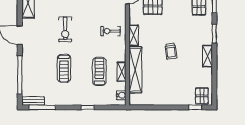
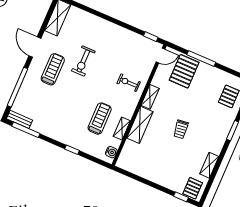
shelving: (207, 56) -> (209, 165), moved
treadmill: (64, 68) -> (53, 69), moved, turned 180
shelving: (135, 70) -> (140, 125), width x0.68

